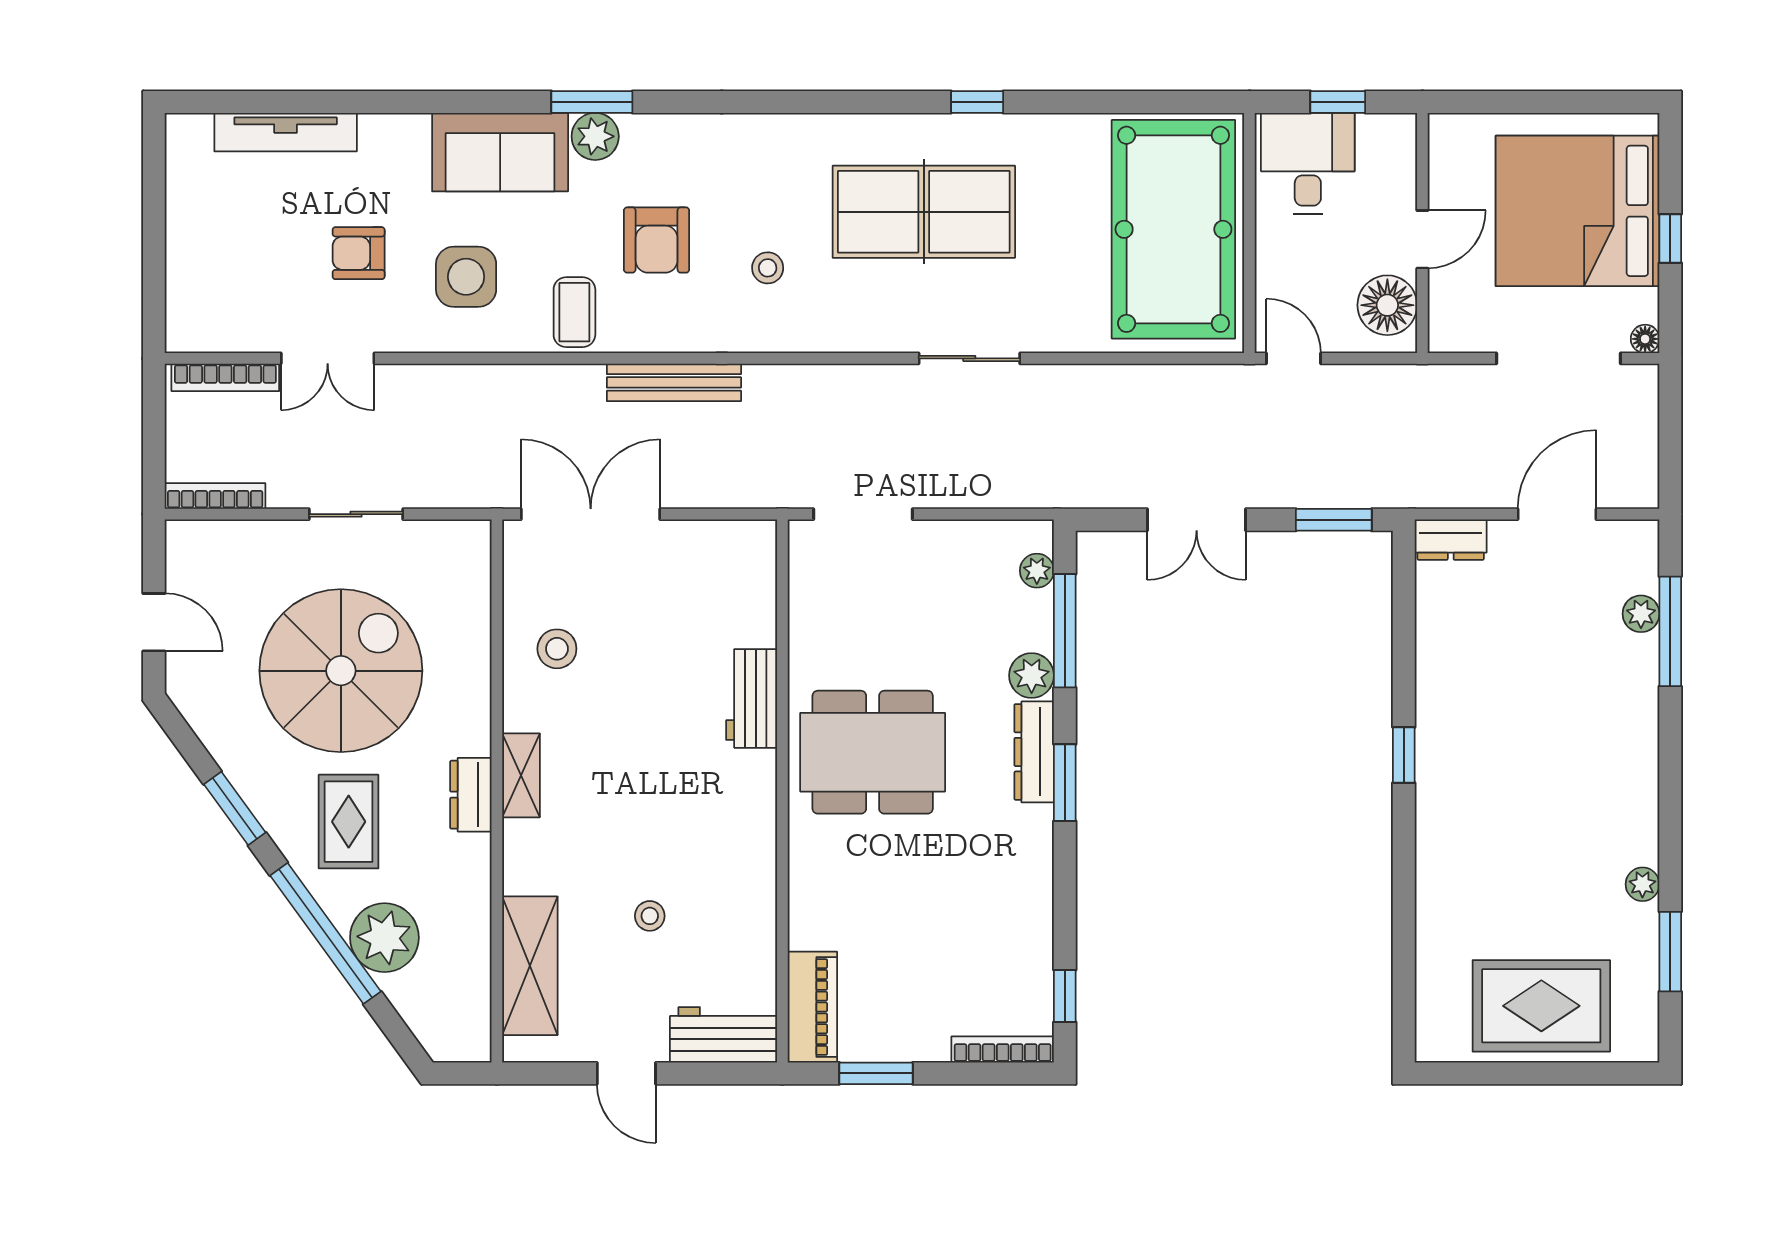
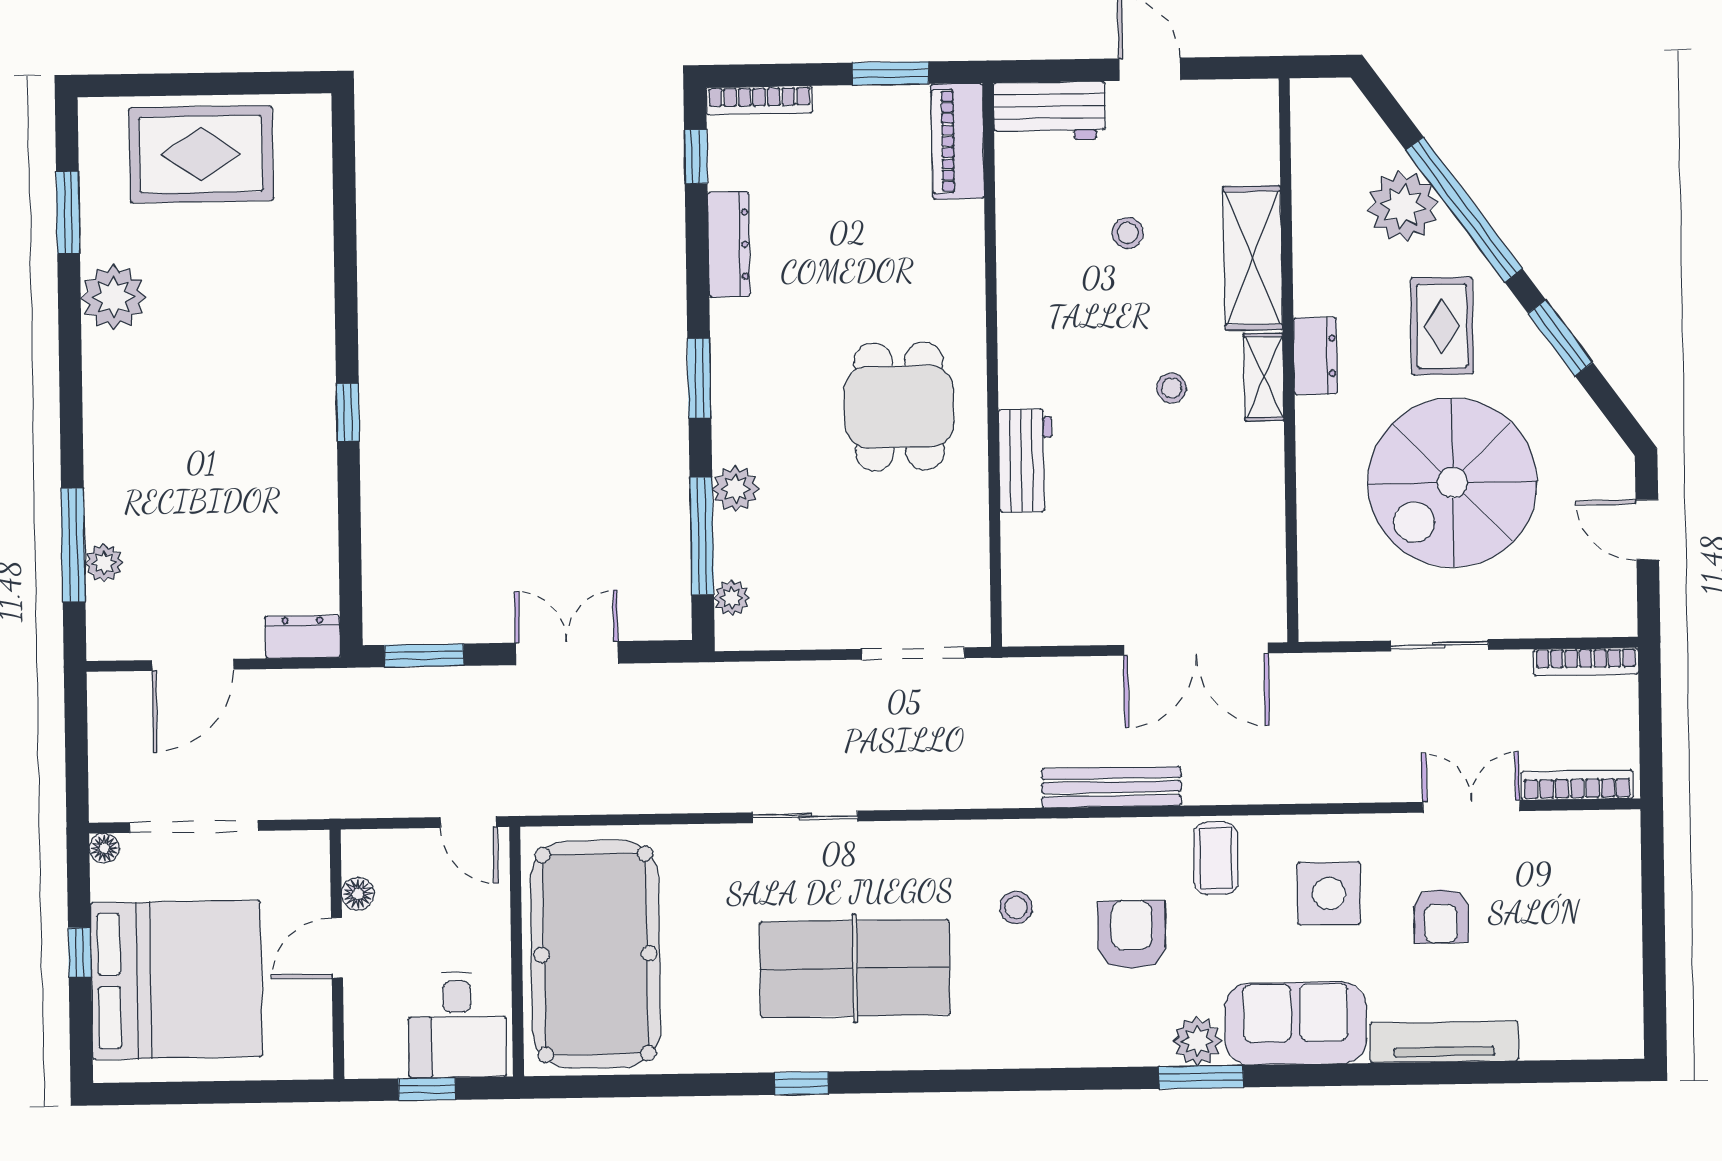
tv unit: (286, 132) -> (1444, 1042), moved
armchair: (359, 253) -> (1441, 916), turned 90
floor lamp: (1387, 305) -> (358, 894), width x0.53, depth x0.53
stool: (557, 649) -> (1172, 388), moved, width x0.73, depth x0.73
dining table: (873, 752) -> (899, 407), width x0.73
dresser: (1034, 752) -> (729, 244), moved
plant: (1642, 884) -> (114, 297), width x1.87, depth x1.87
shelving: (530, 966) -> (1253, 258), moved

